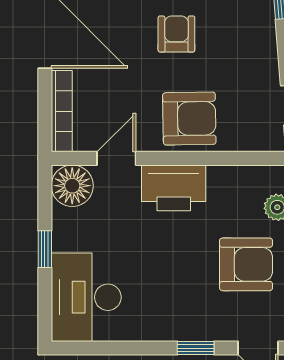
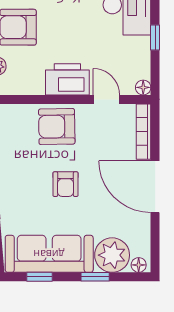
door: (116, 158) -> (106, 99), swing flipped
floor lamp: (72, 186) -> (143, 87), width x0.53, depth x0.53

